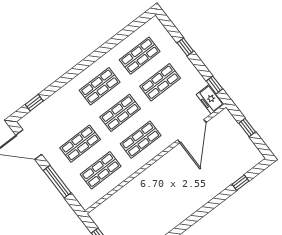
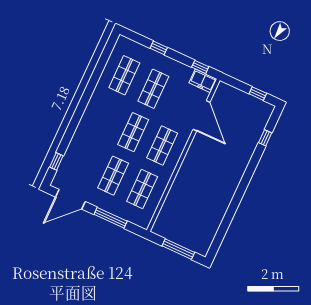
shop shelf: (100, 86) -> (104, 119), removed
window: (247, 127) -> (258, 94), moved

